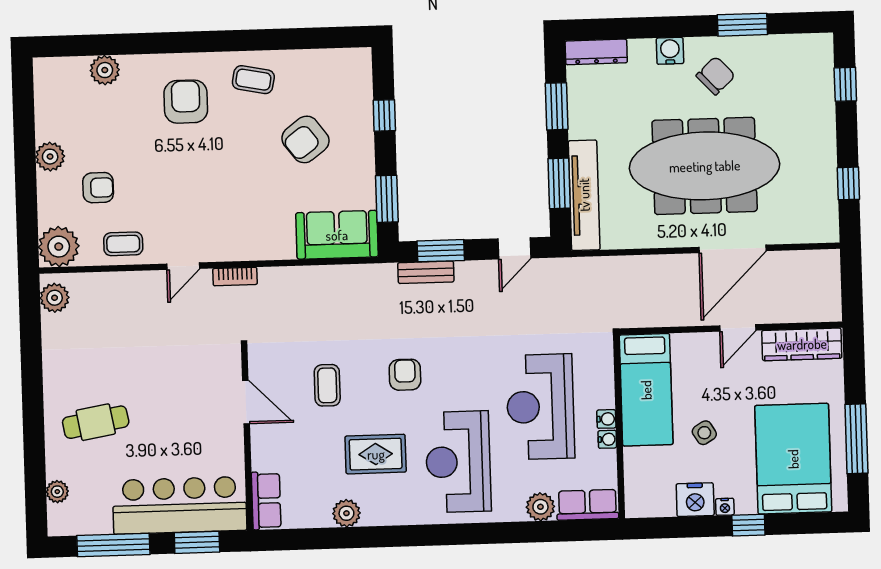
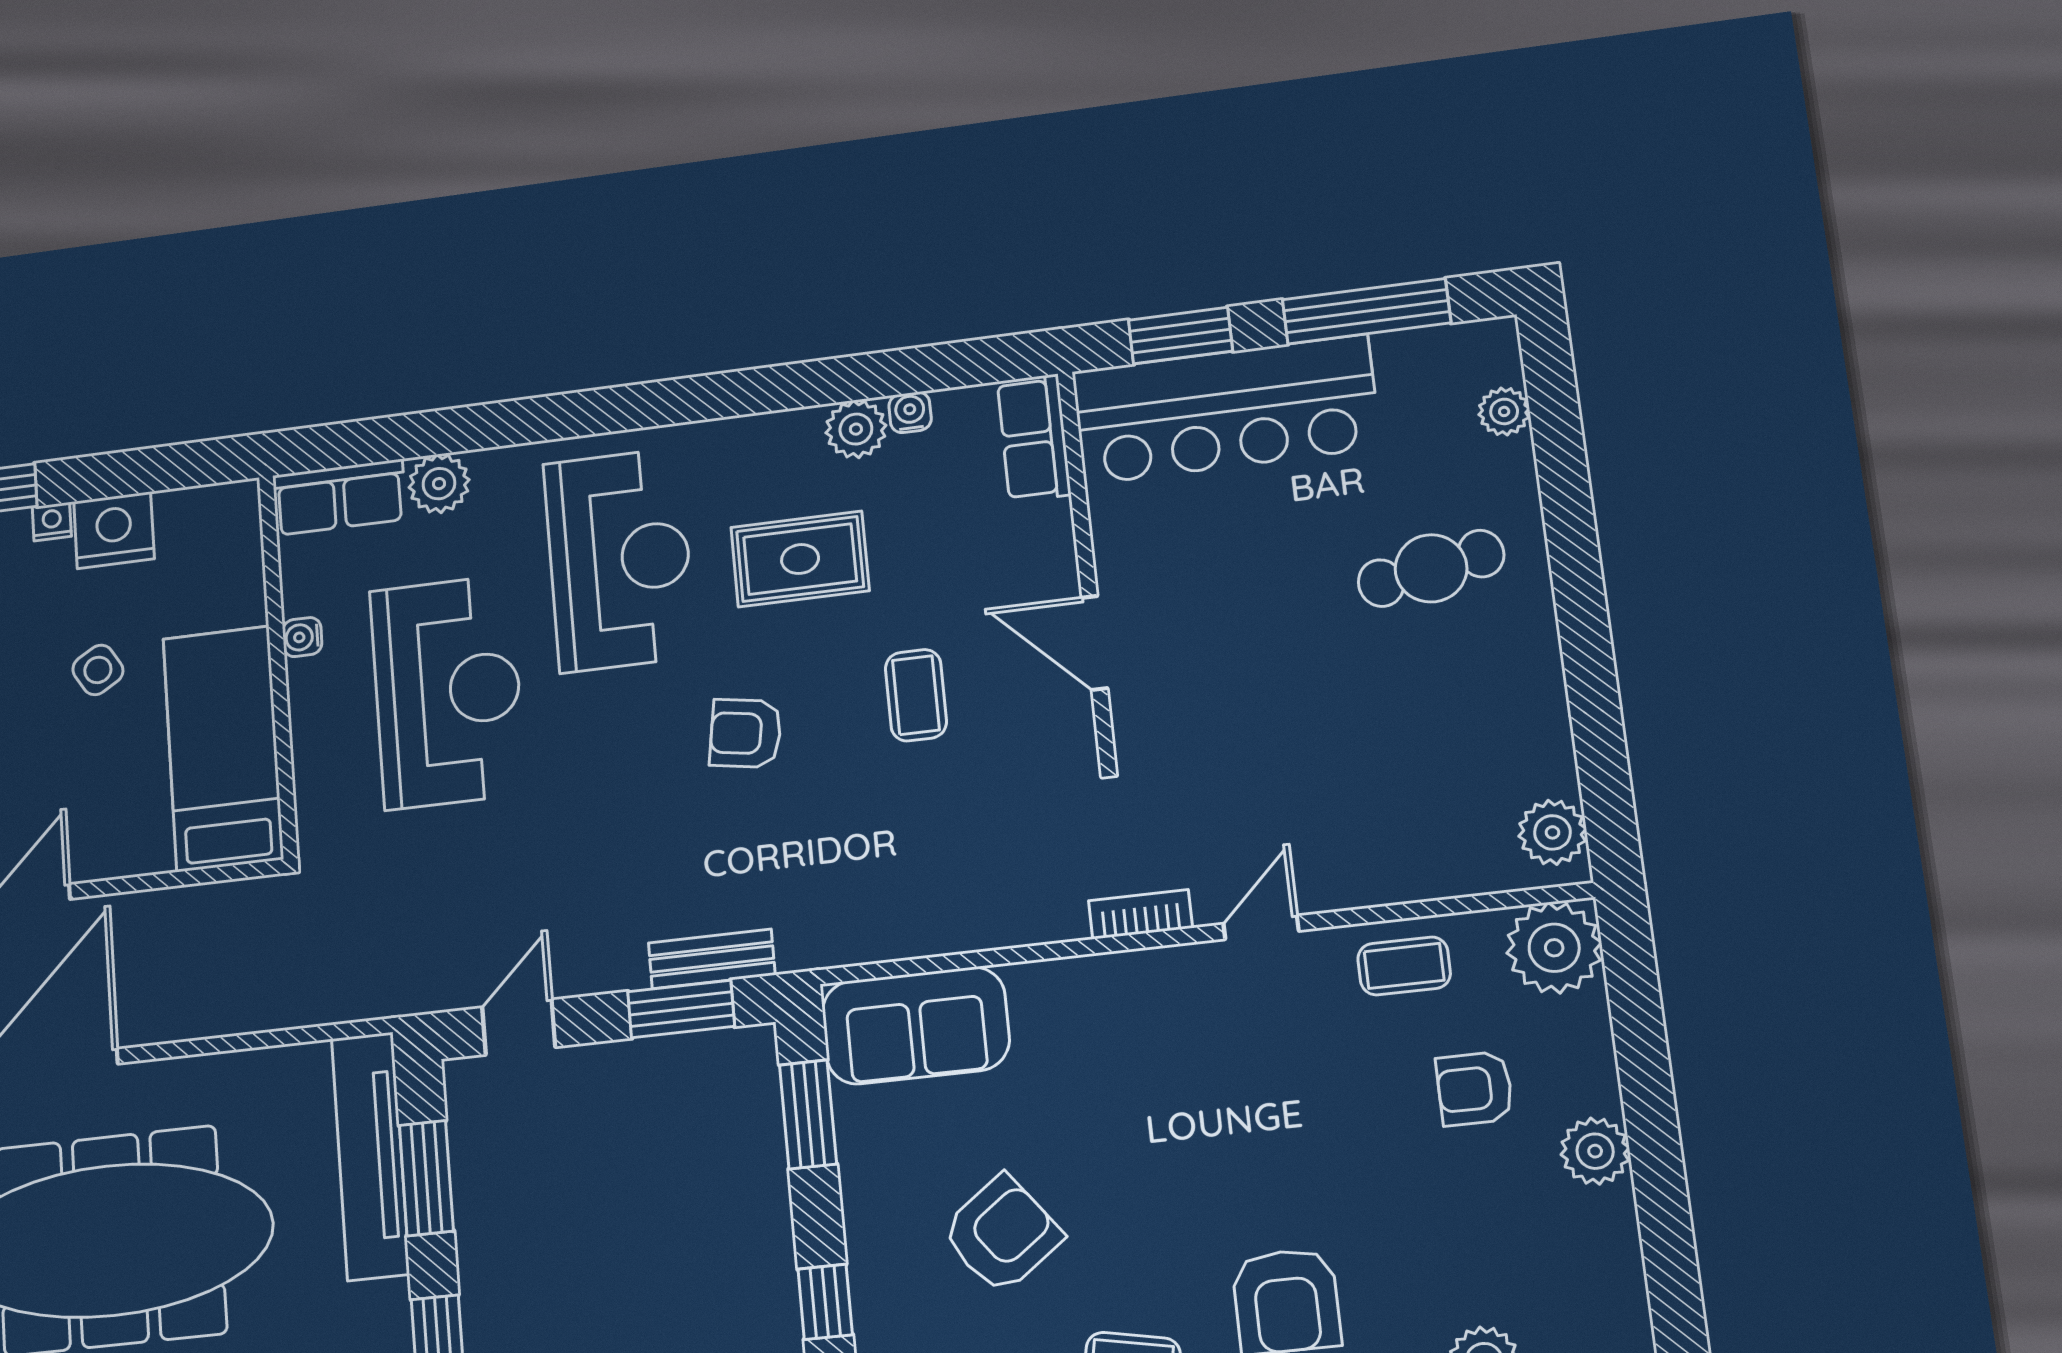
armchair: (405, 375) -> (746, 733), turned 99
water cooler: (606, 419) -> (910, 412), moved, turned 90

